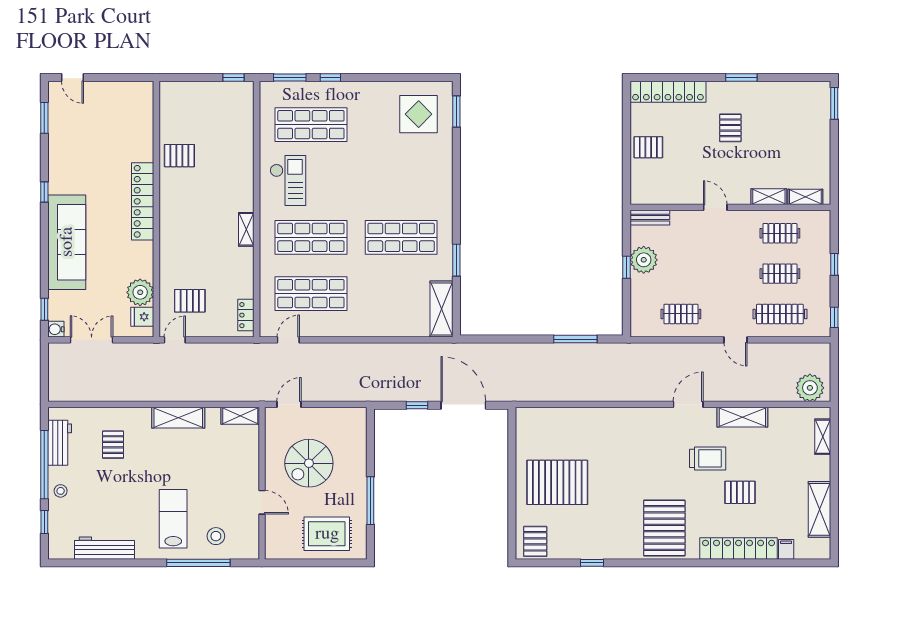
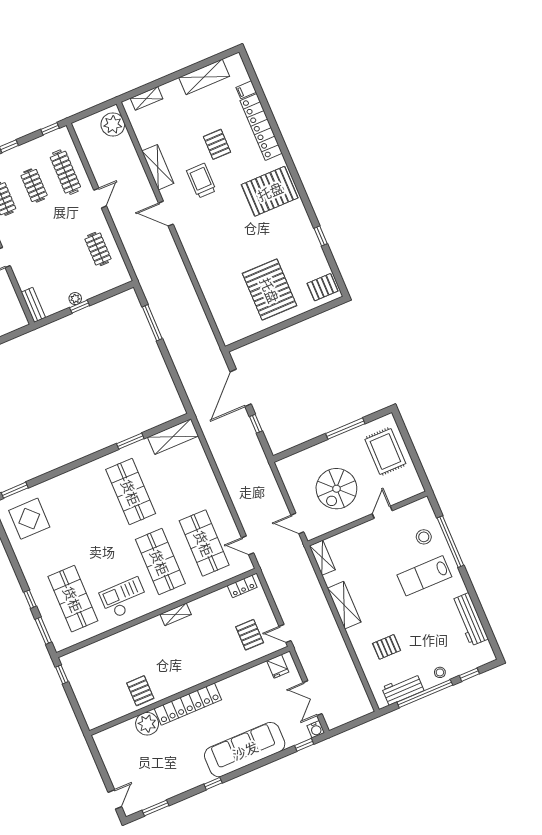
plant: (644, 260) -> (75, 299), width x0.53, depth x0.53
plant: (140, 292) -> (147, 724), moved
spiral stairs: (309, 463) -> (336, 489), turned 90

